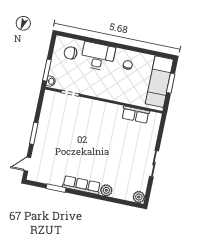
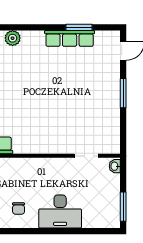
chair: (71, 53) -> (97, 209), removed
window: (47, 70) -> (123, 207), moved
row of seats: (82, 185) -> (70, 38), moved

